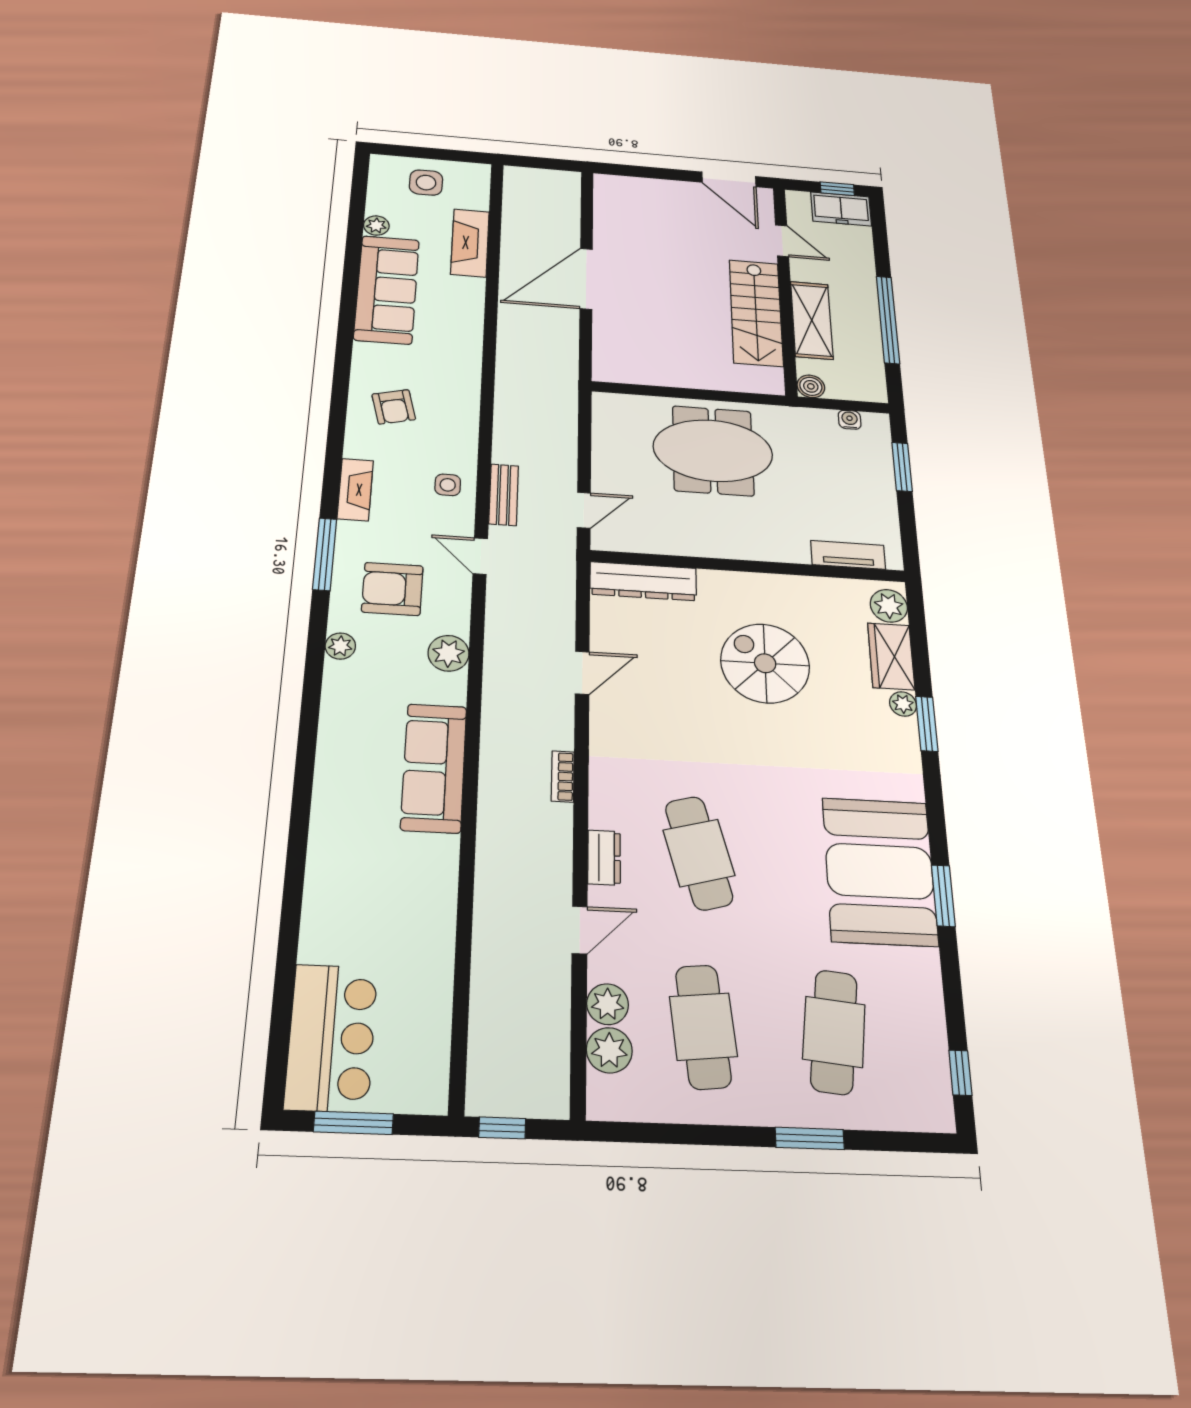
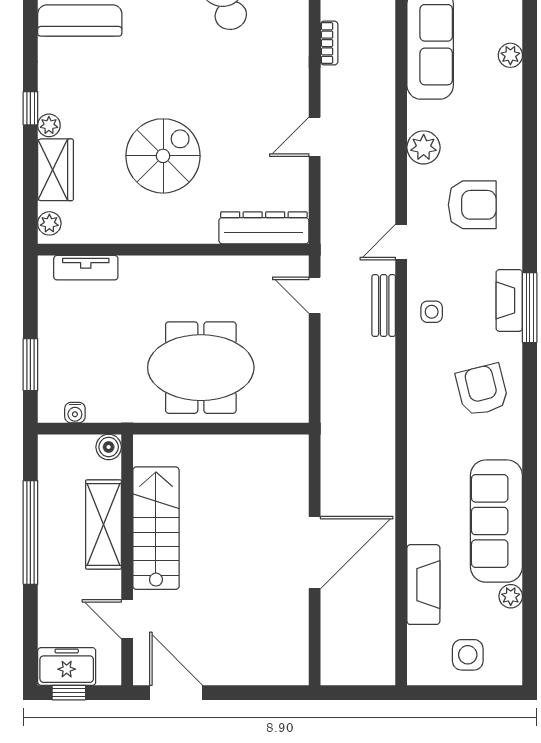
armchair: (394, 407) -> (482, 390), width x1.38, depth x1.38
door: (584, 510) -> (315, 295), hinge flipped
window: (325, 554) -> (530, 308), moved
door: (480, 556) -> (401, 242), swing flipped
plant: (889, 606) -> (49, 223), width x0.73, depth x0.73
plant: (340, 646) -> (510, 55), moved
spiral stairs: (765, 663) -> (163, 156), turned -90
window: (927, 724) -> (30, 108), width x0.67

